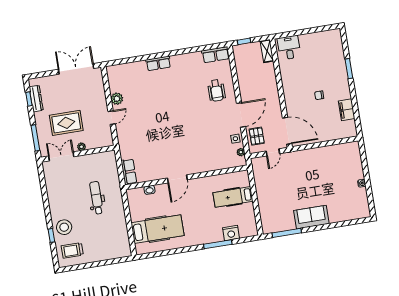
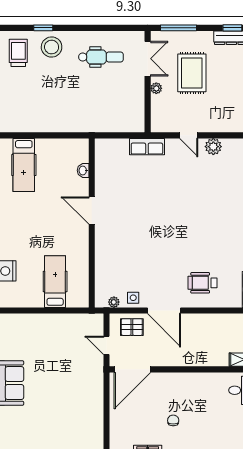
row of seats: (129, 172) -> (147, 147), moved
dental chair: (96, 198) -> (101, 57), moved
hospital bed: (158, 229) -> (24, 165), width x0.73, depth x0.78

